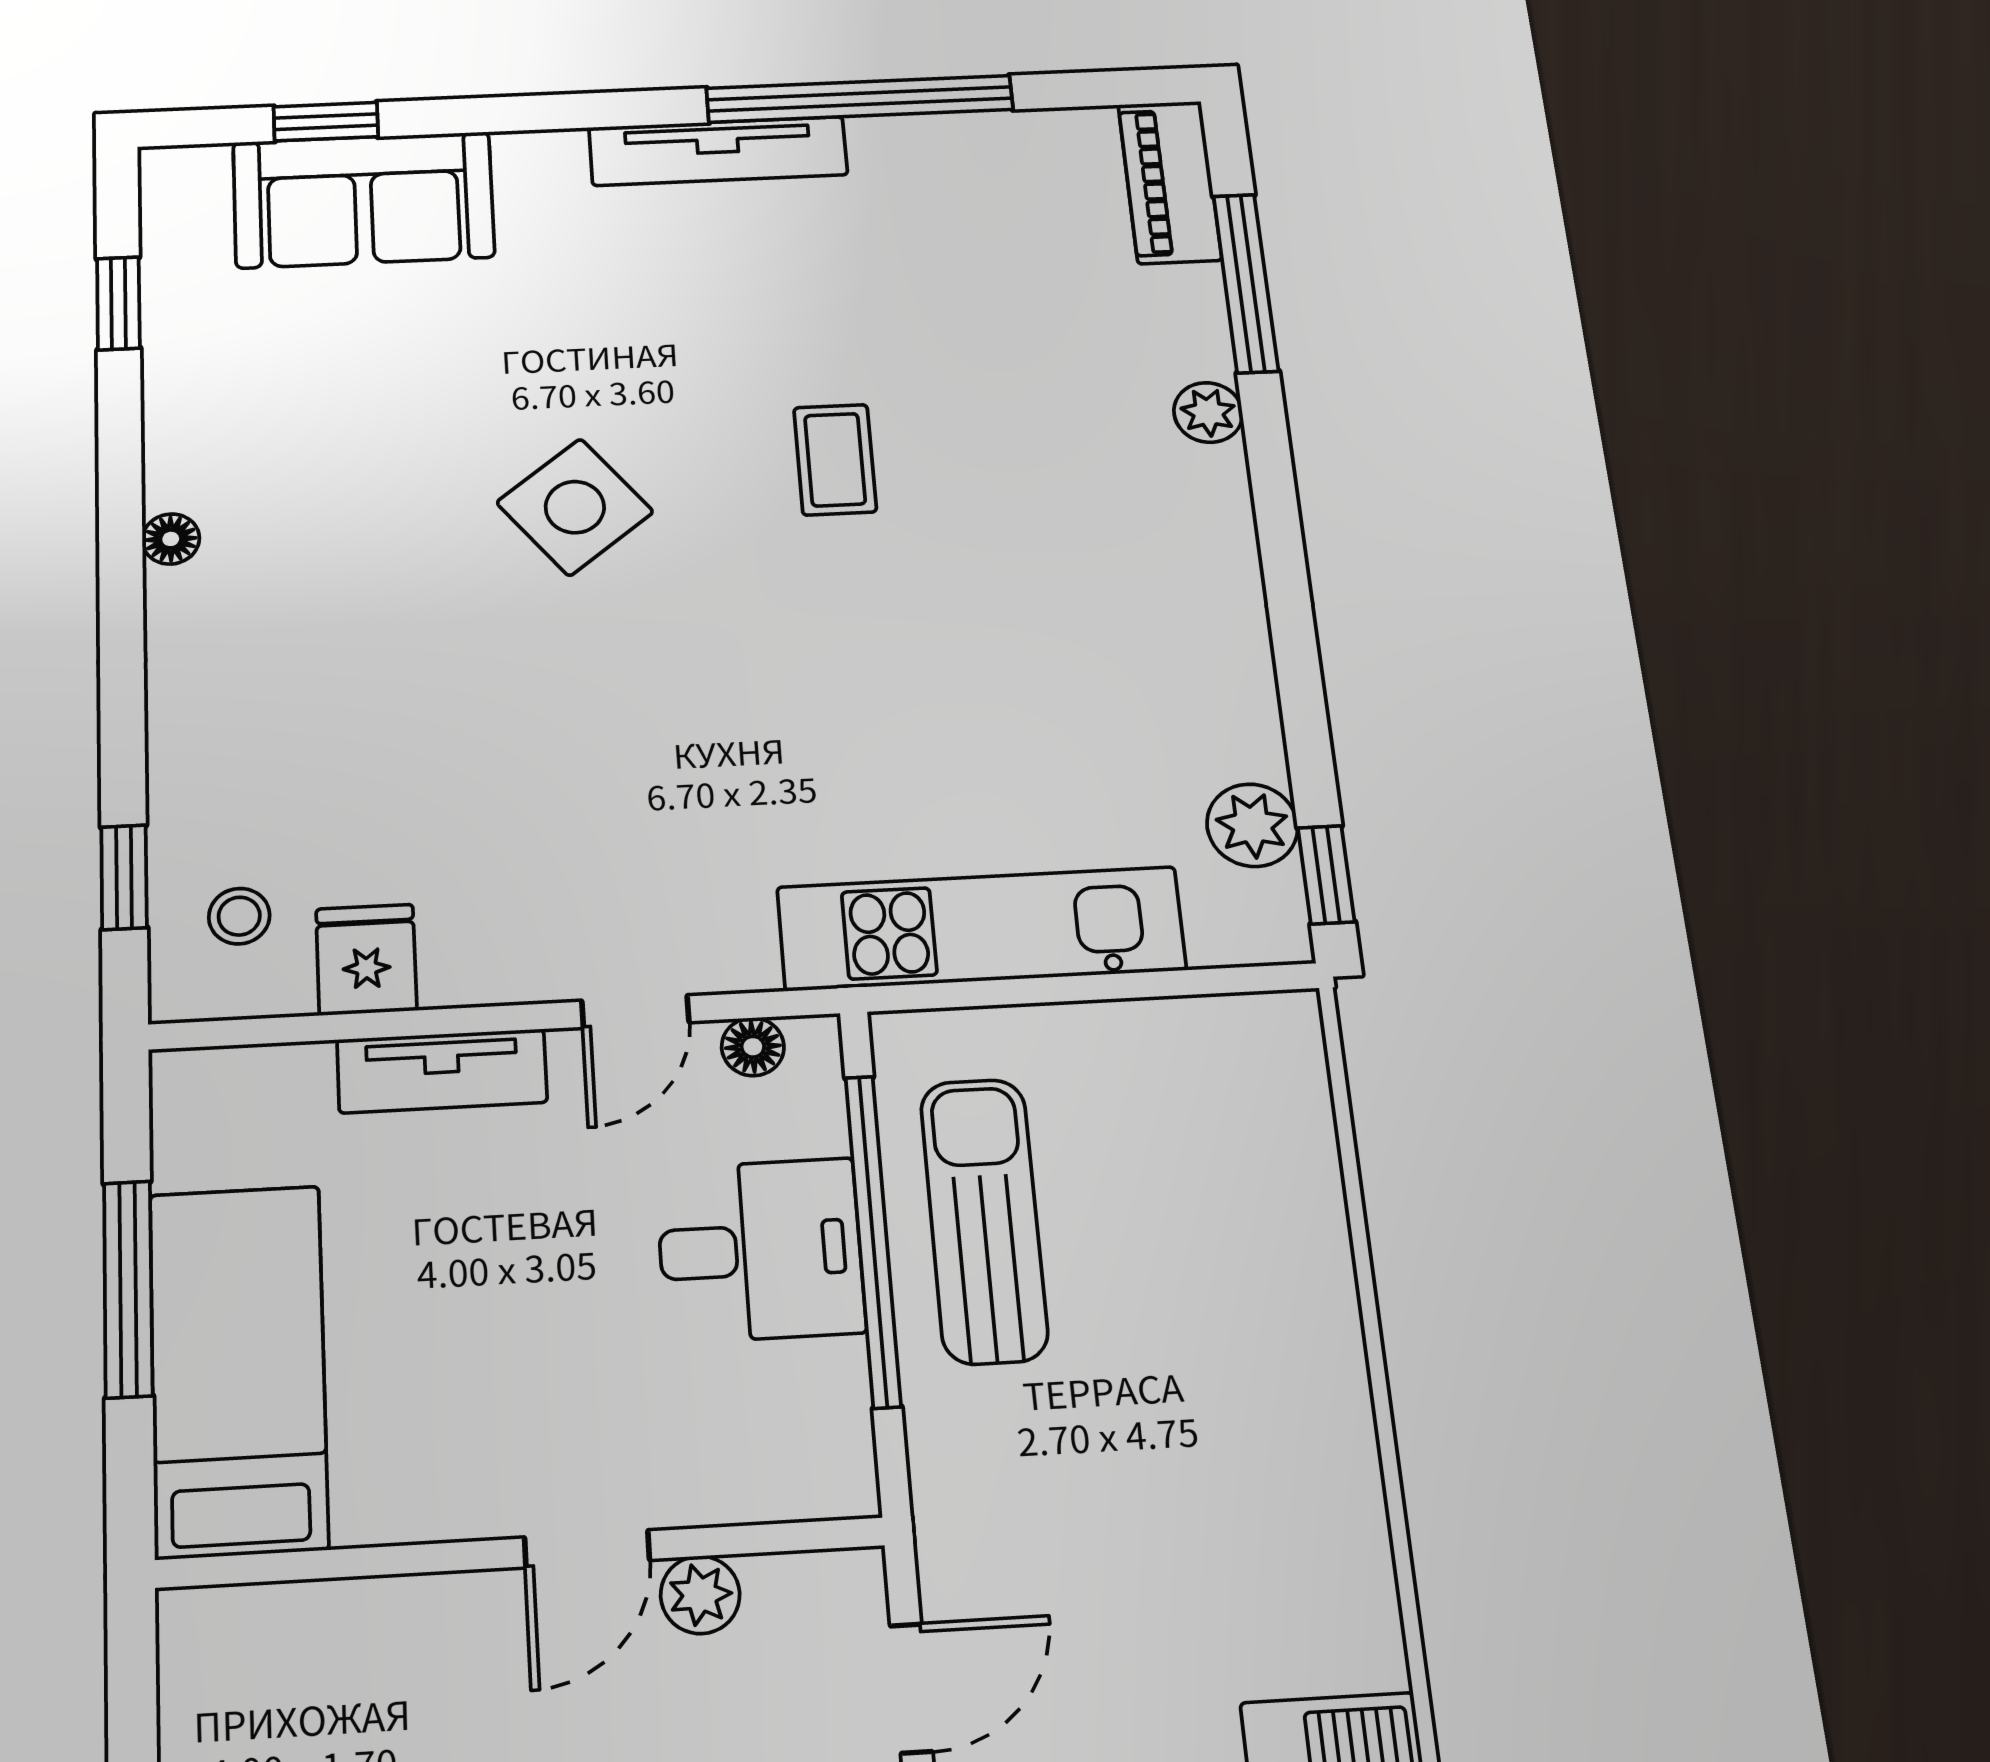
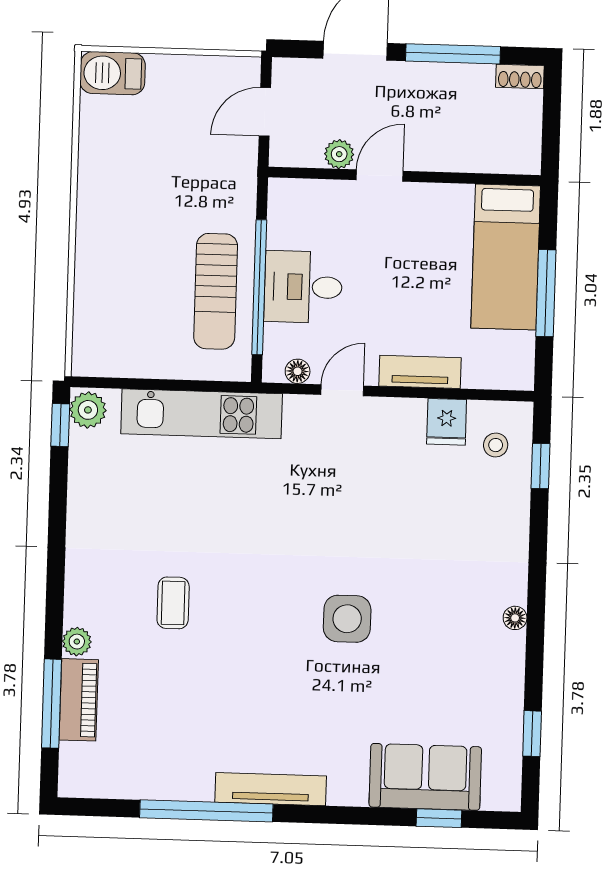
piano: (1170, 182) -> (79, 700), moved
coffee table: (835, 460) -> (173, 603), moved
side table: (575, 507) -> (347, 619), turned 38
plant: (1252, 825) -> (88, 410), moved

